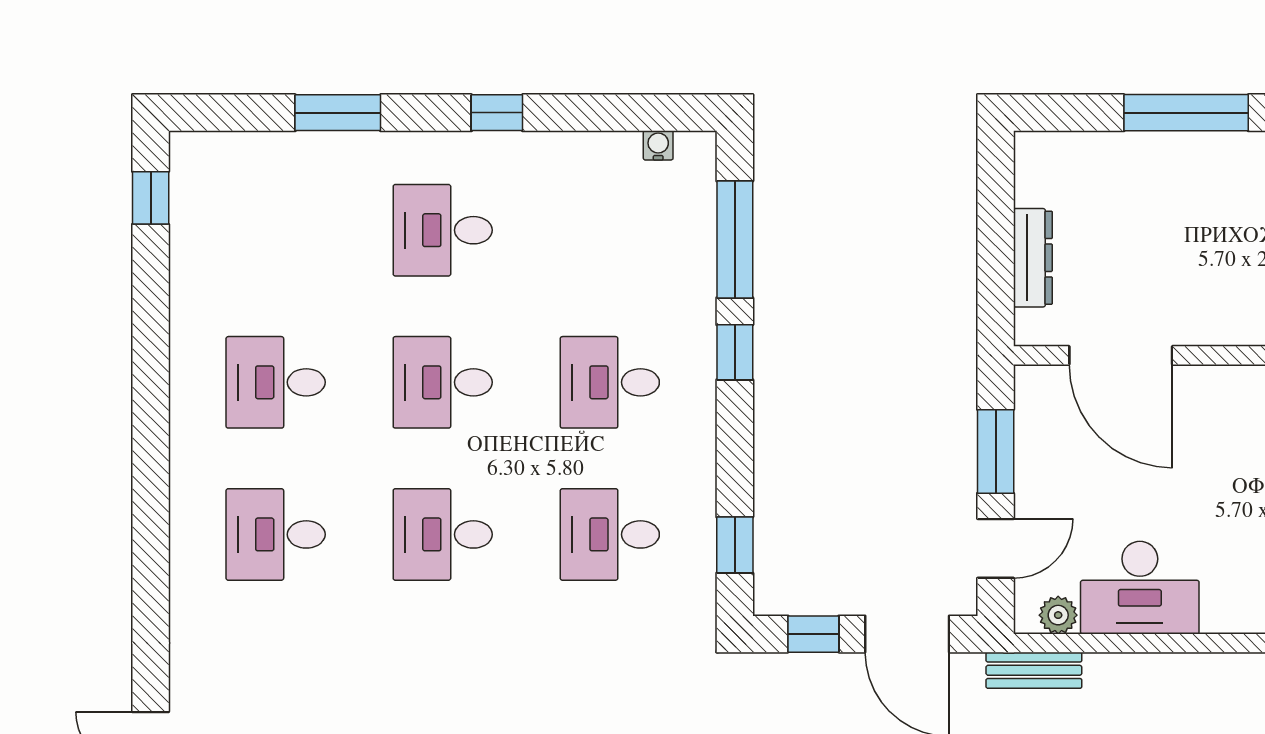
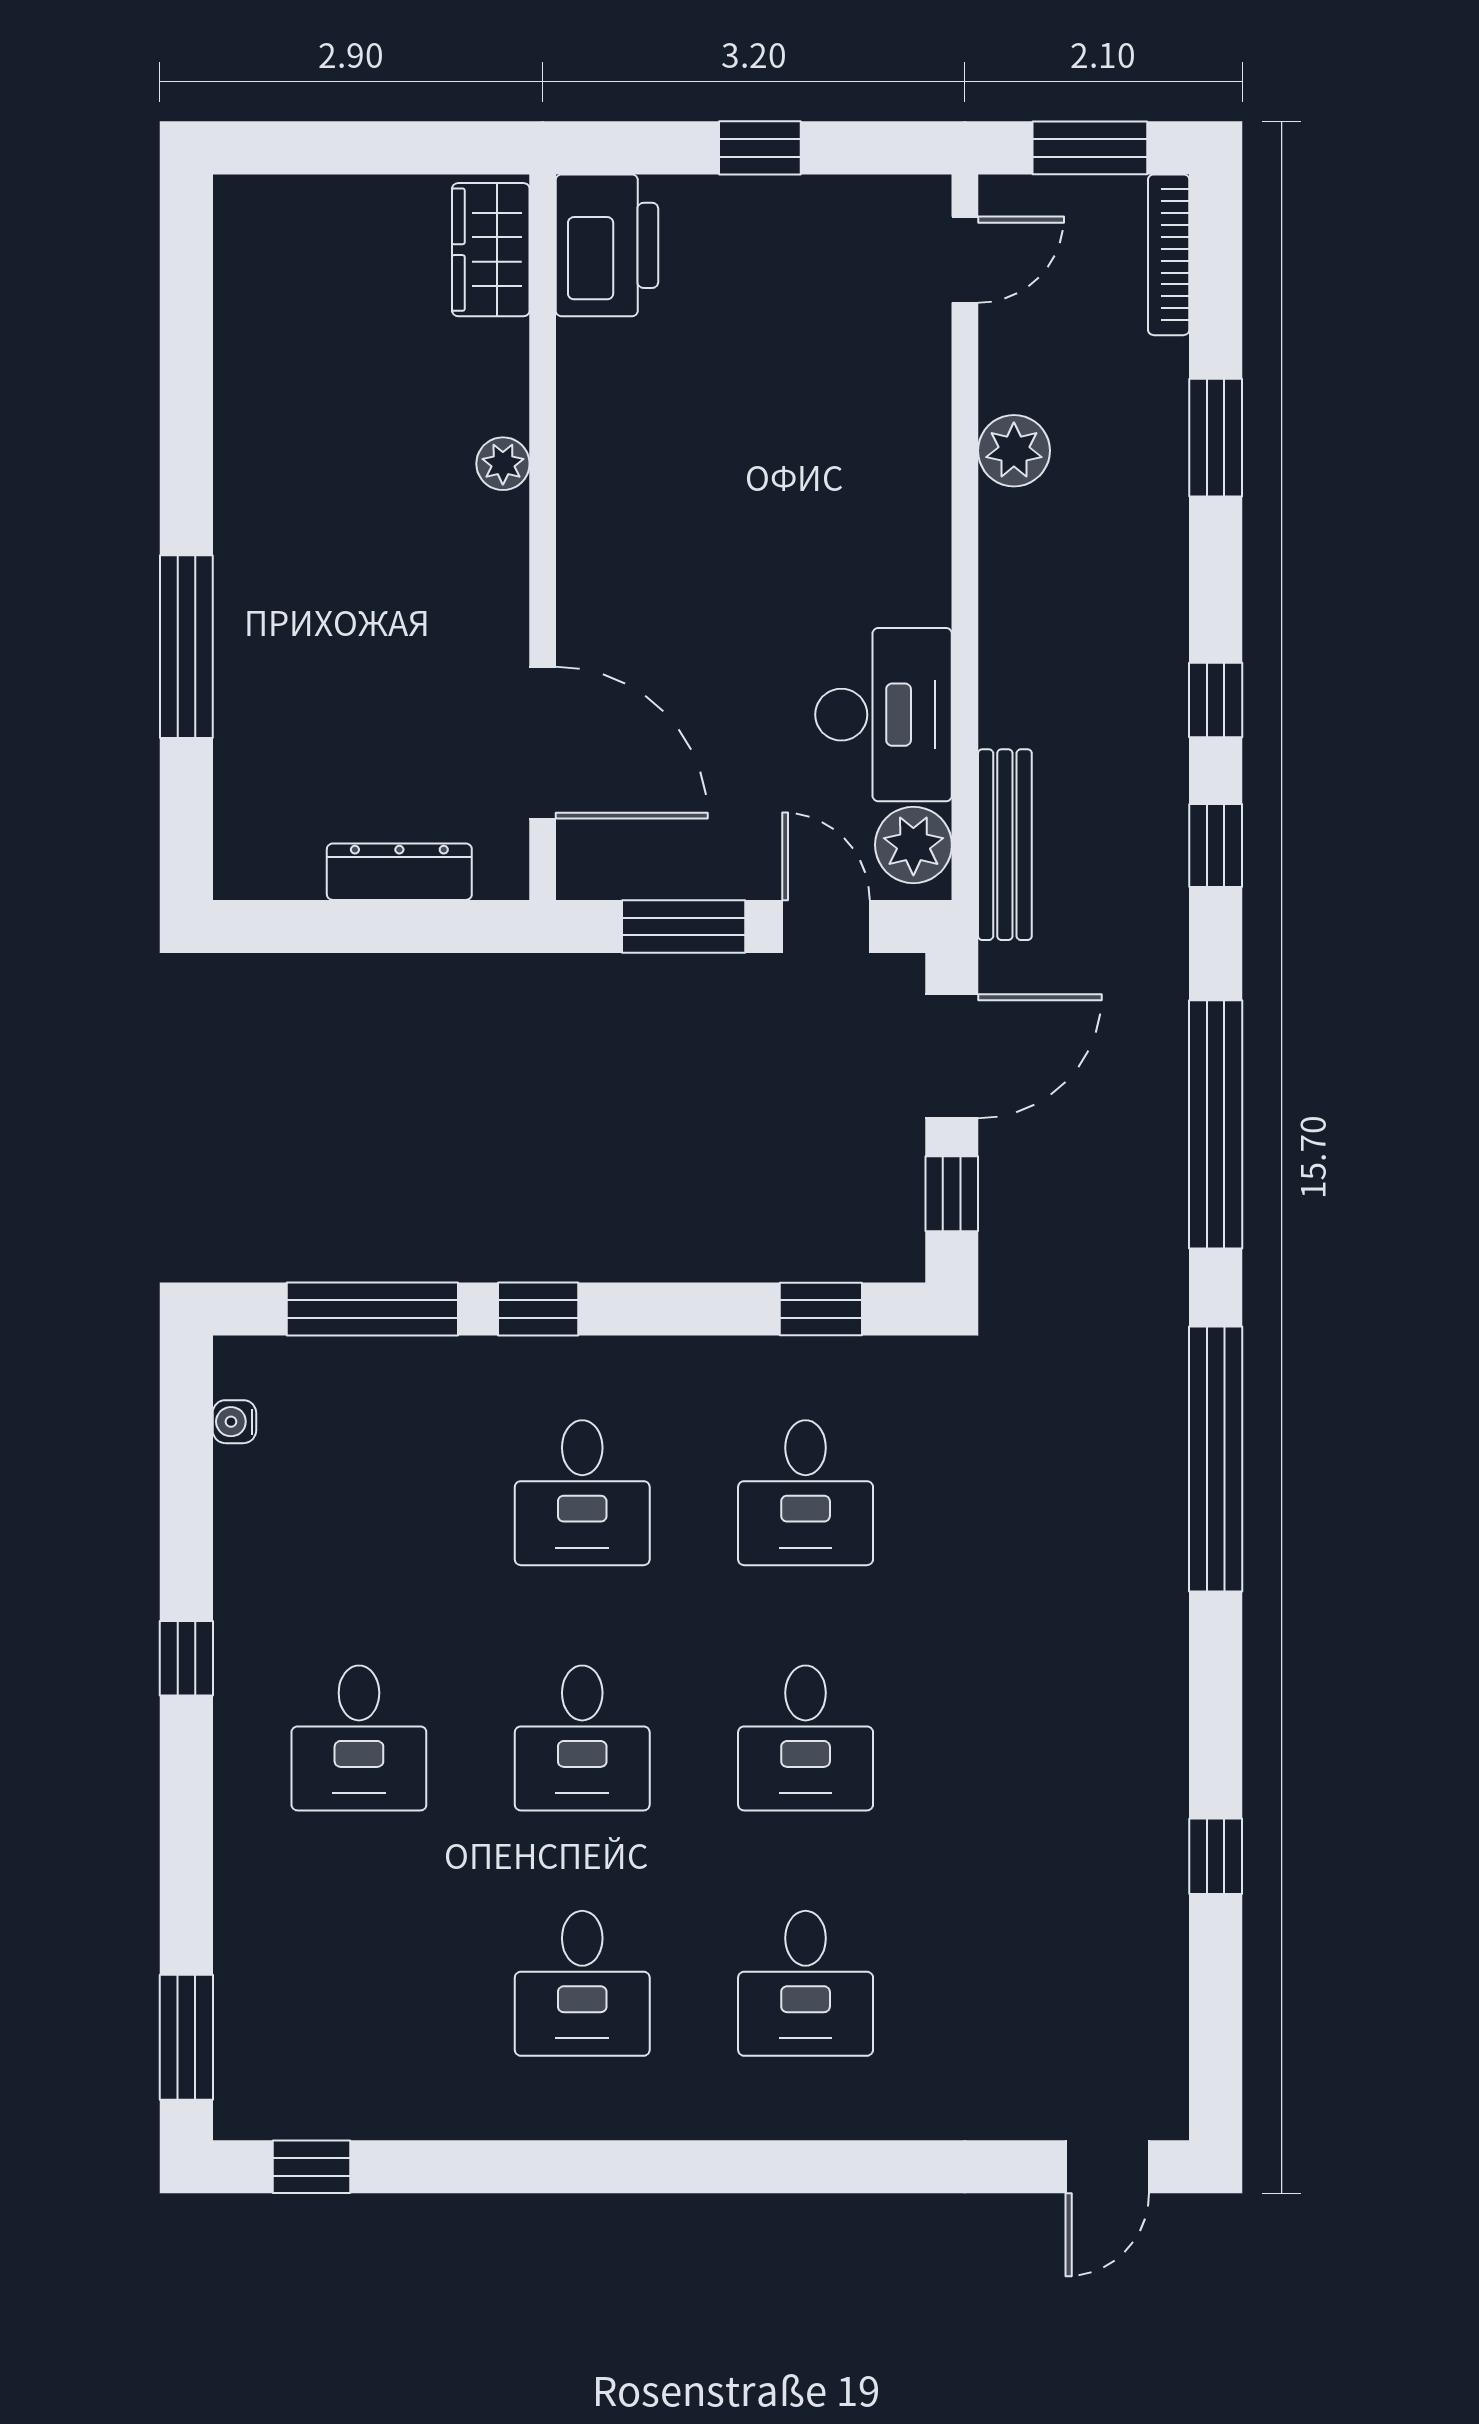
window: (338, 113) -> (186, 2037), moved
door: (1121, 355) -> (543, 743), hinge flipped
plant: (1058, 615) -> (913, 845), width x1.38, depth x1.38
bench: (1034, 670) -> (1005, 845), width x1.36

